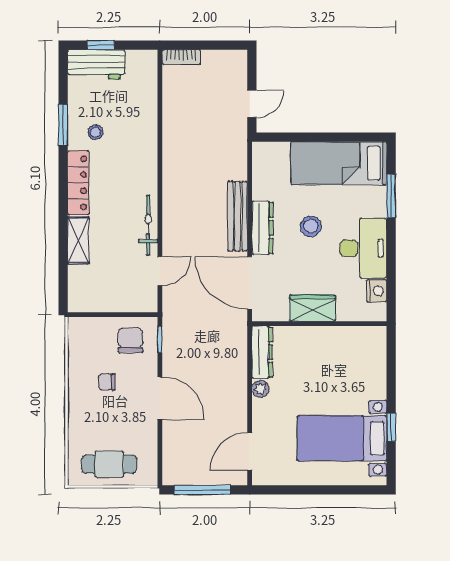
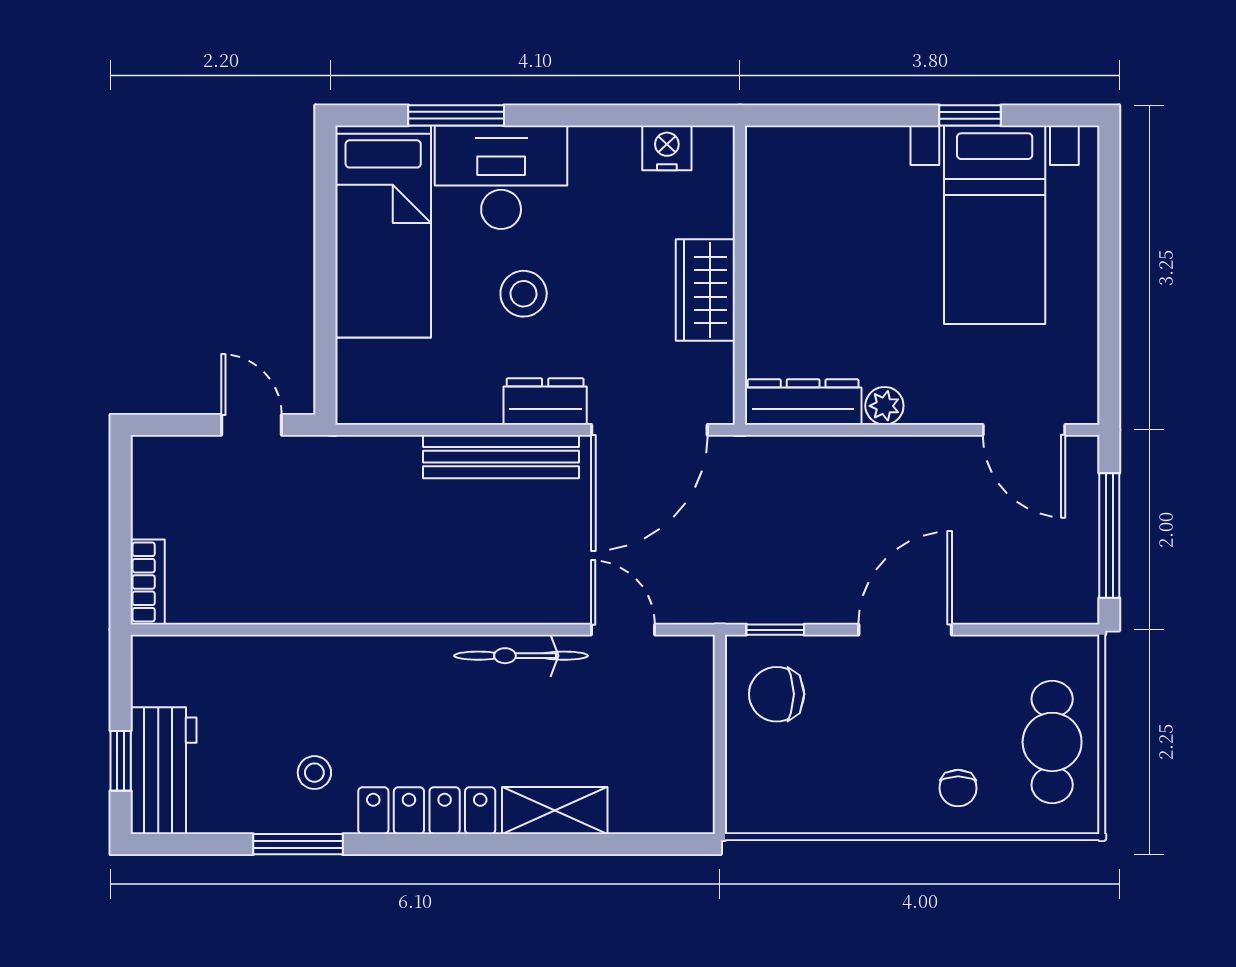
dresser: (262, 228) -> (545, 401), width x0.70
desk: (363, 248) -> (501, 177), moved
chair: (107, 382) -> (958, 788), moved

